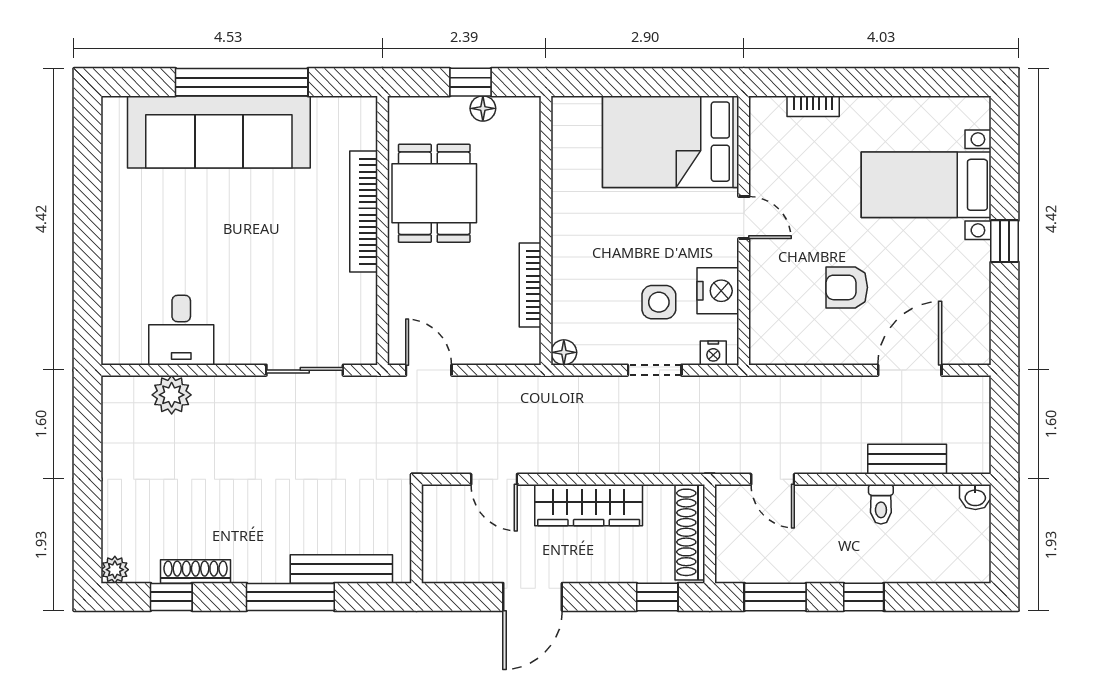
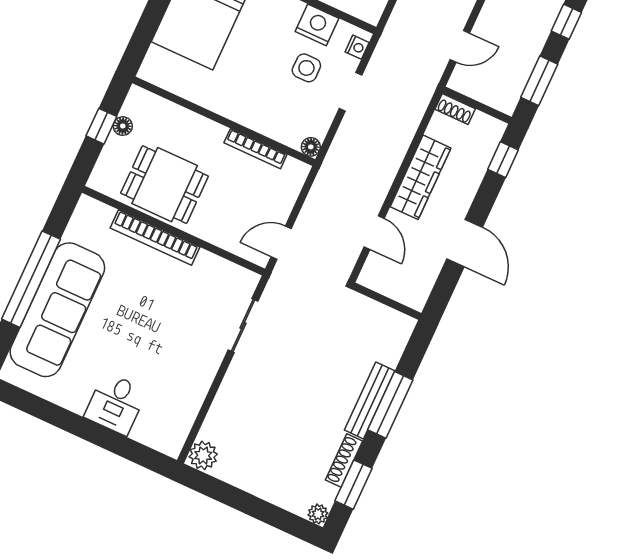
desk: (181, 330) -> (116, 404), moved, turned 90
plant: (172, 395) -> (203, 455), moved
door: (494, 479) -> (374, 233), hinge flipped
shoe rack: (690, 532) -> (455, 109), width x0.51, depth x0.81
bench: (341, 569) -> (370, 400), moved
window: (171, 597) -> (354, 485), width x1.50

